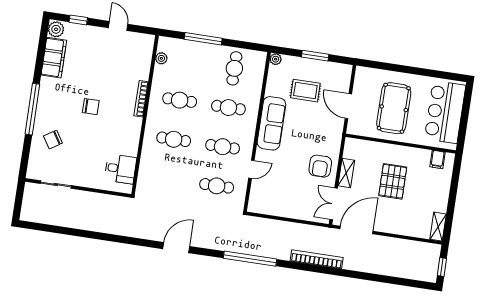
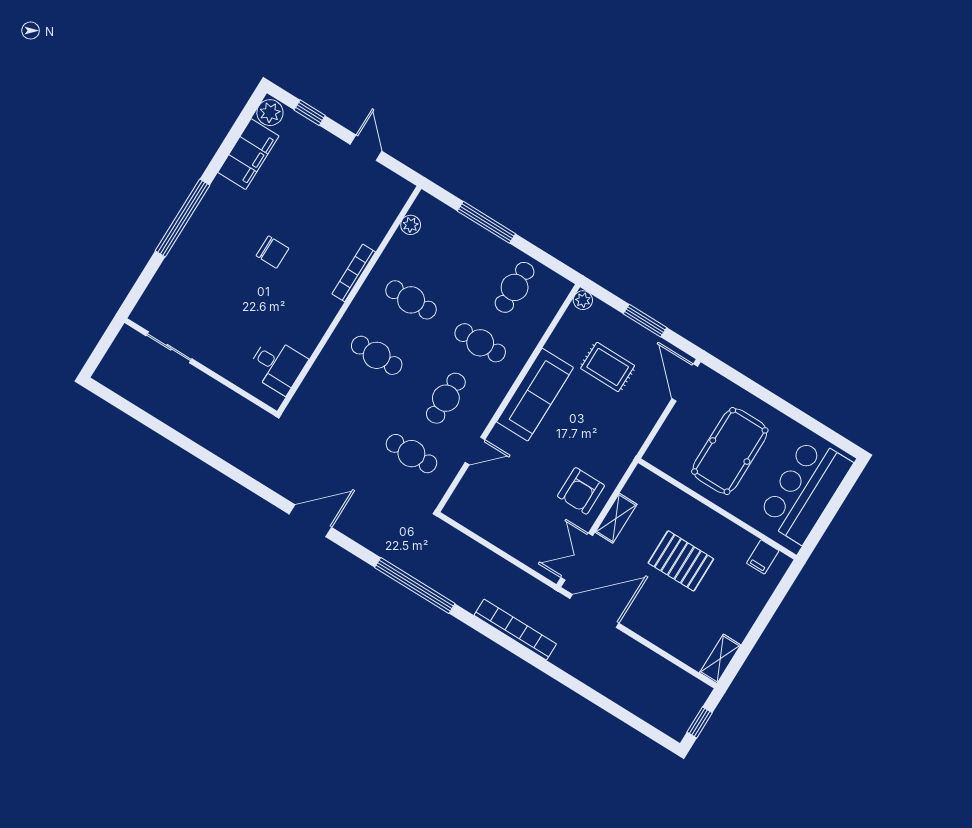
door: (348, 106) -> (685, 383), moved
chair: (53, 140) -> (194, 277), removed
cafe table: (223, 147) -> (446, 398), turned 90
pallet: (393, 181) -> (681, 561), turned 90

